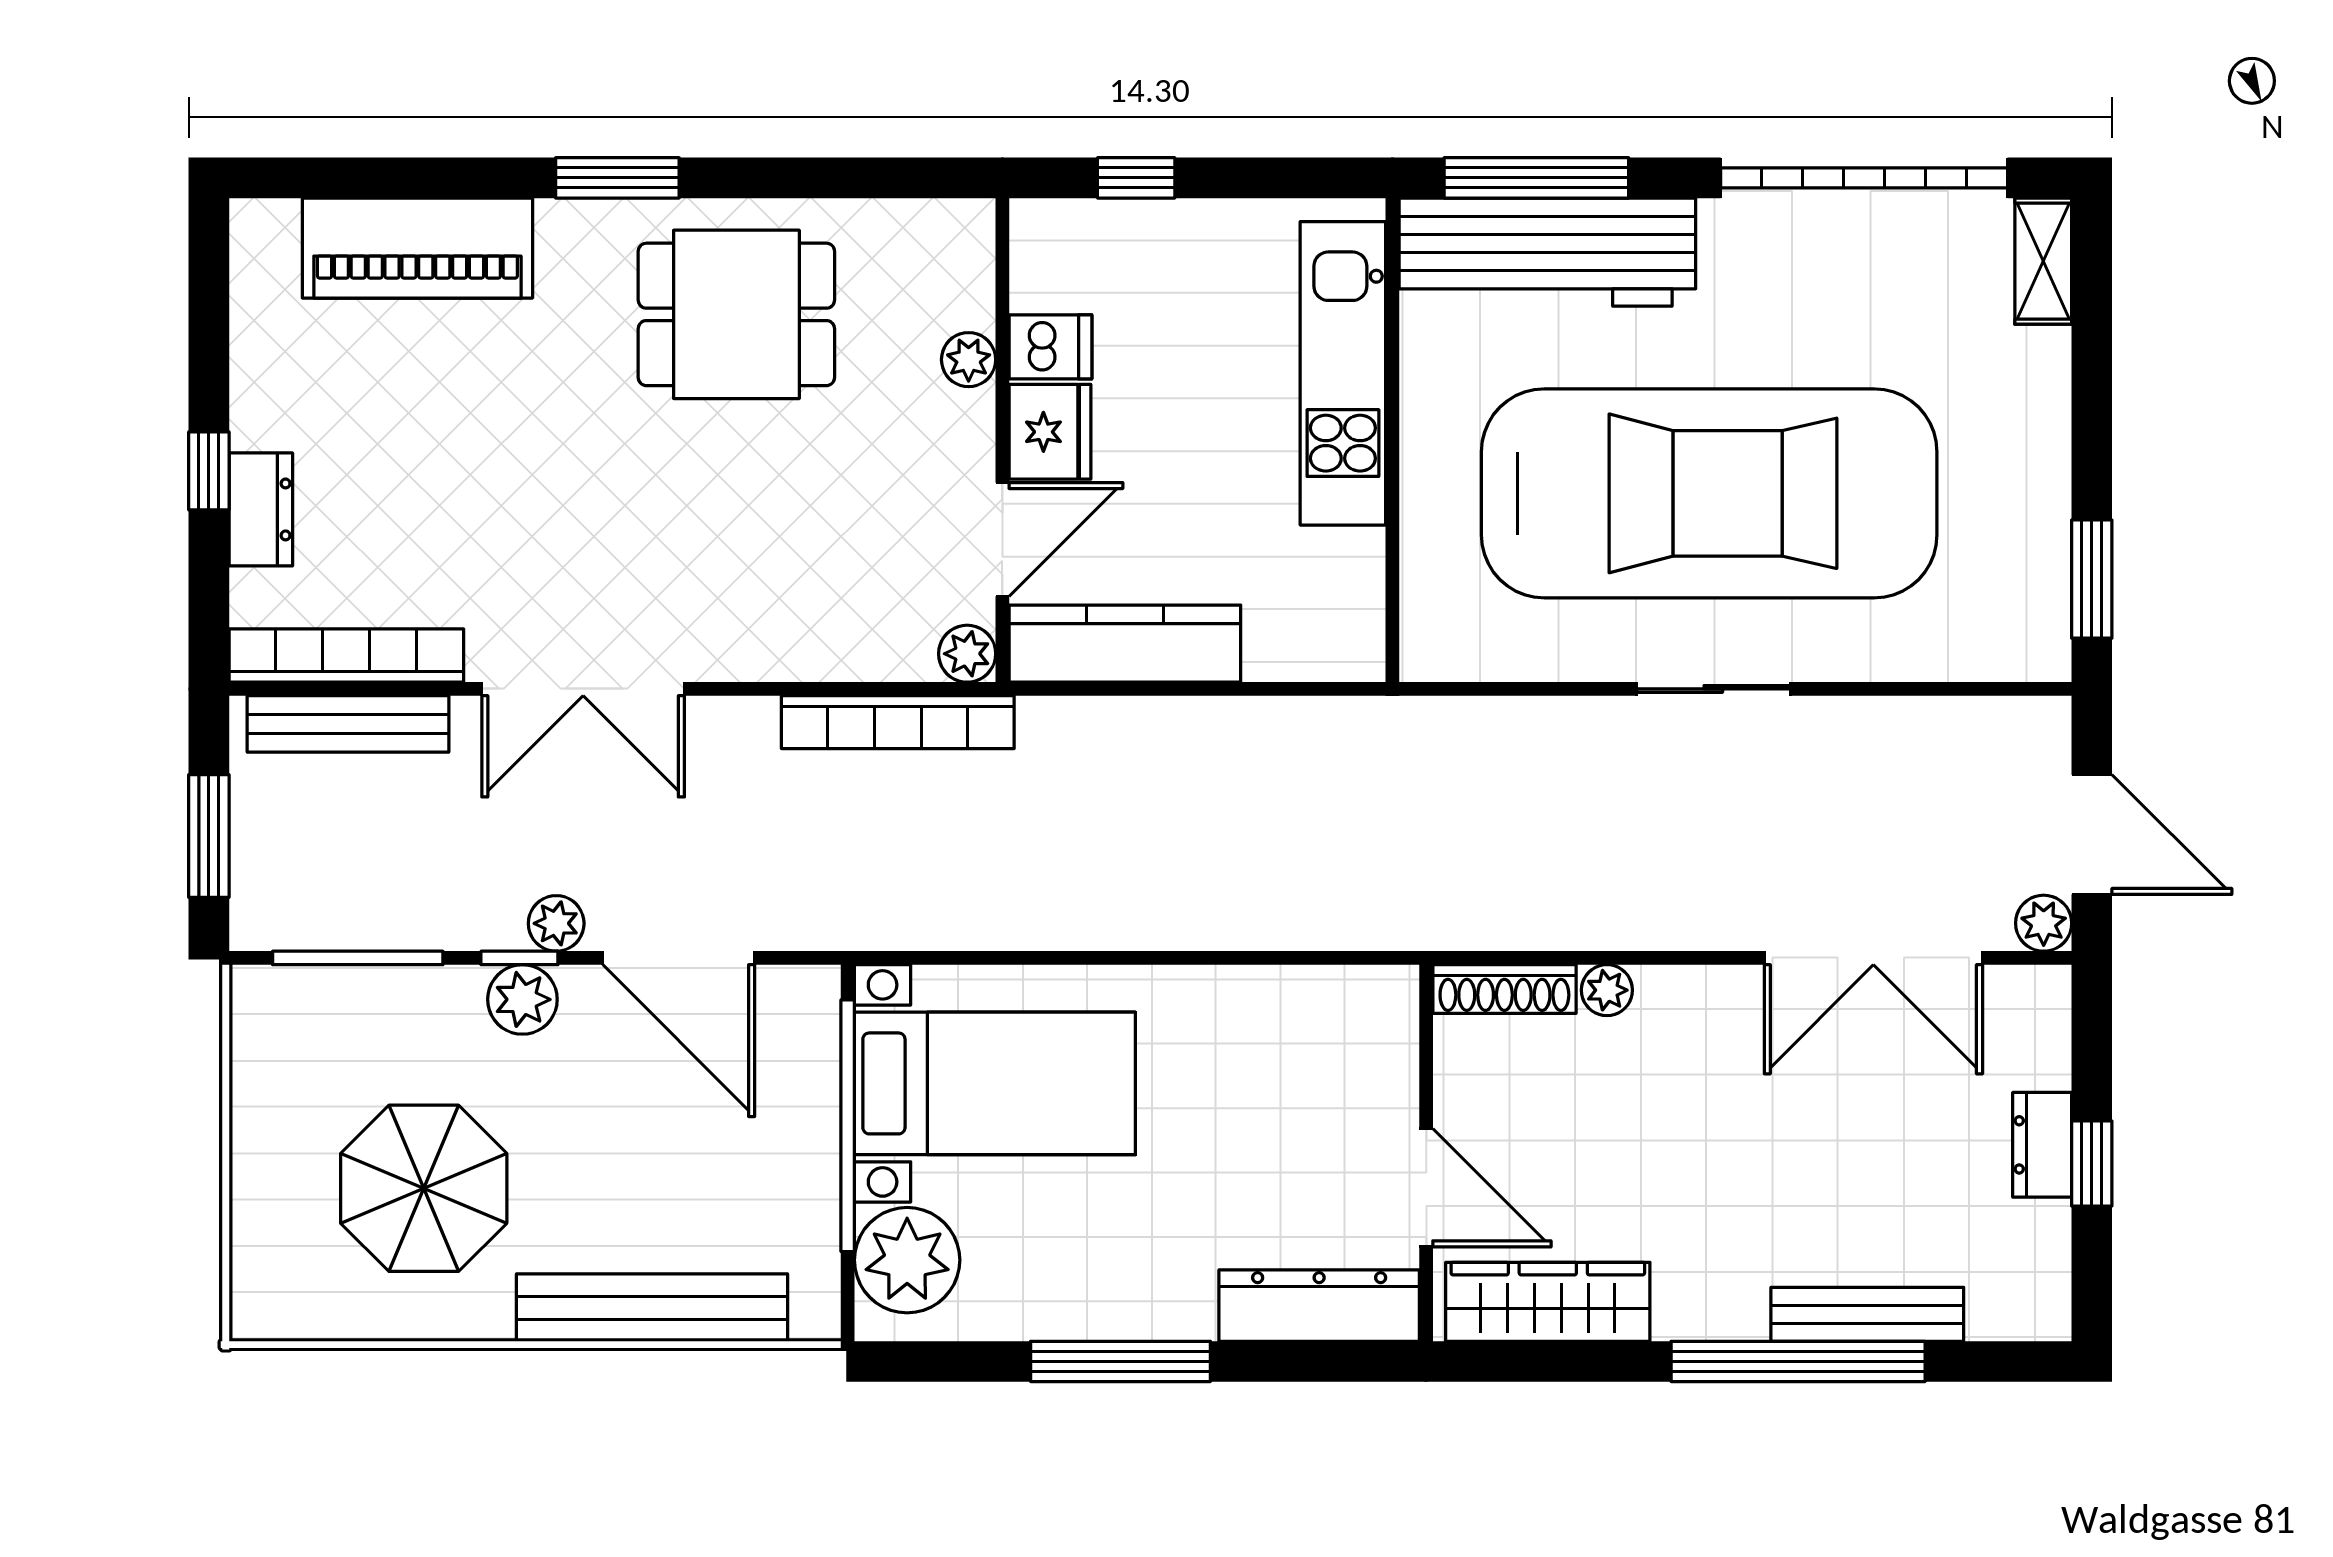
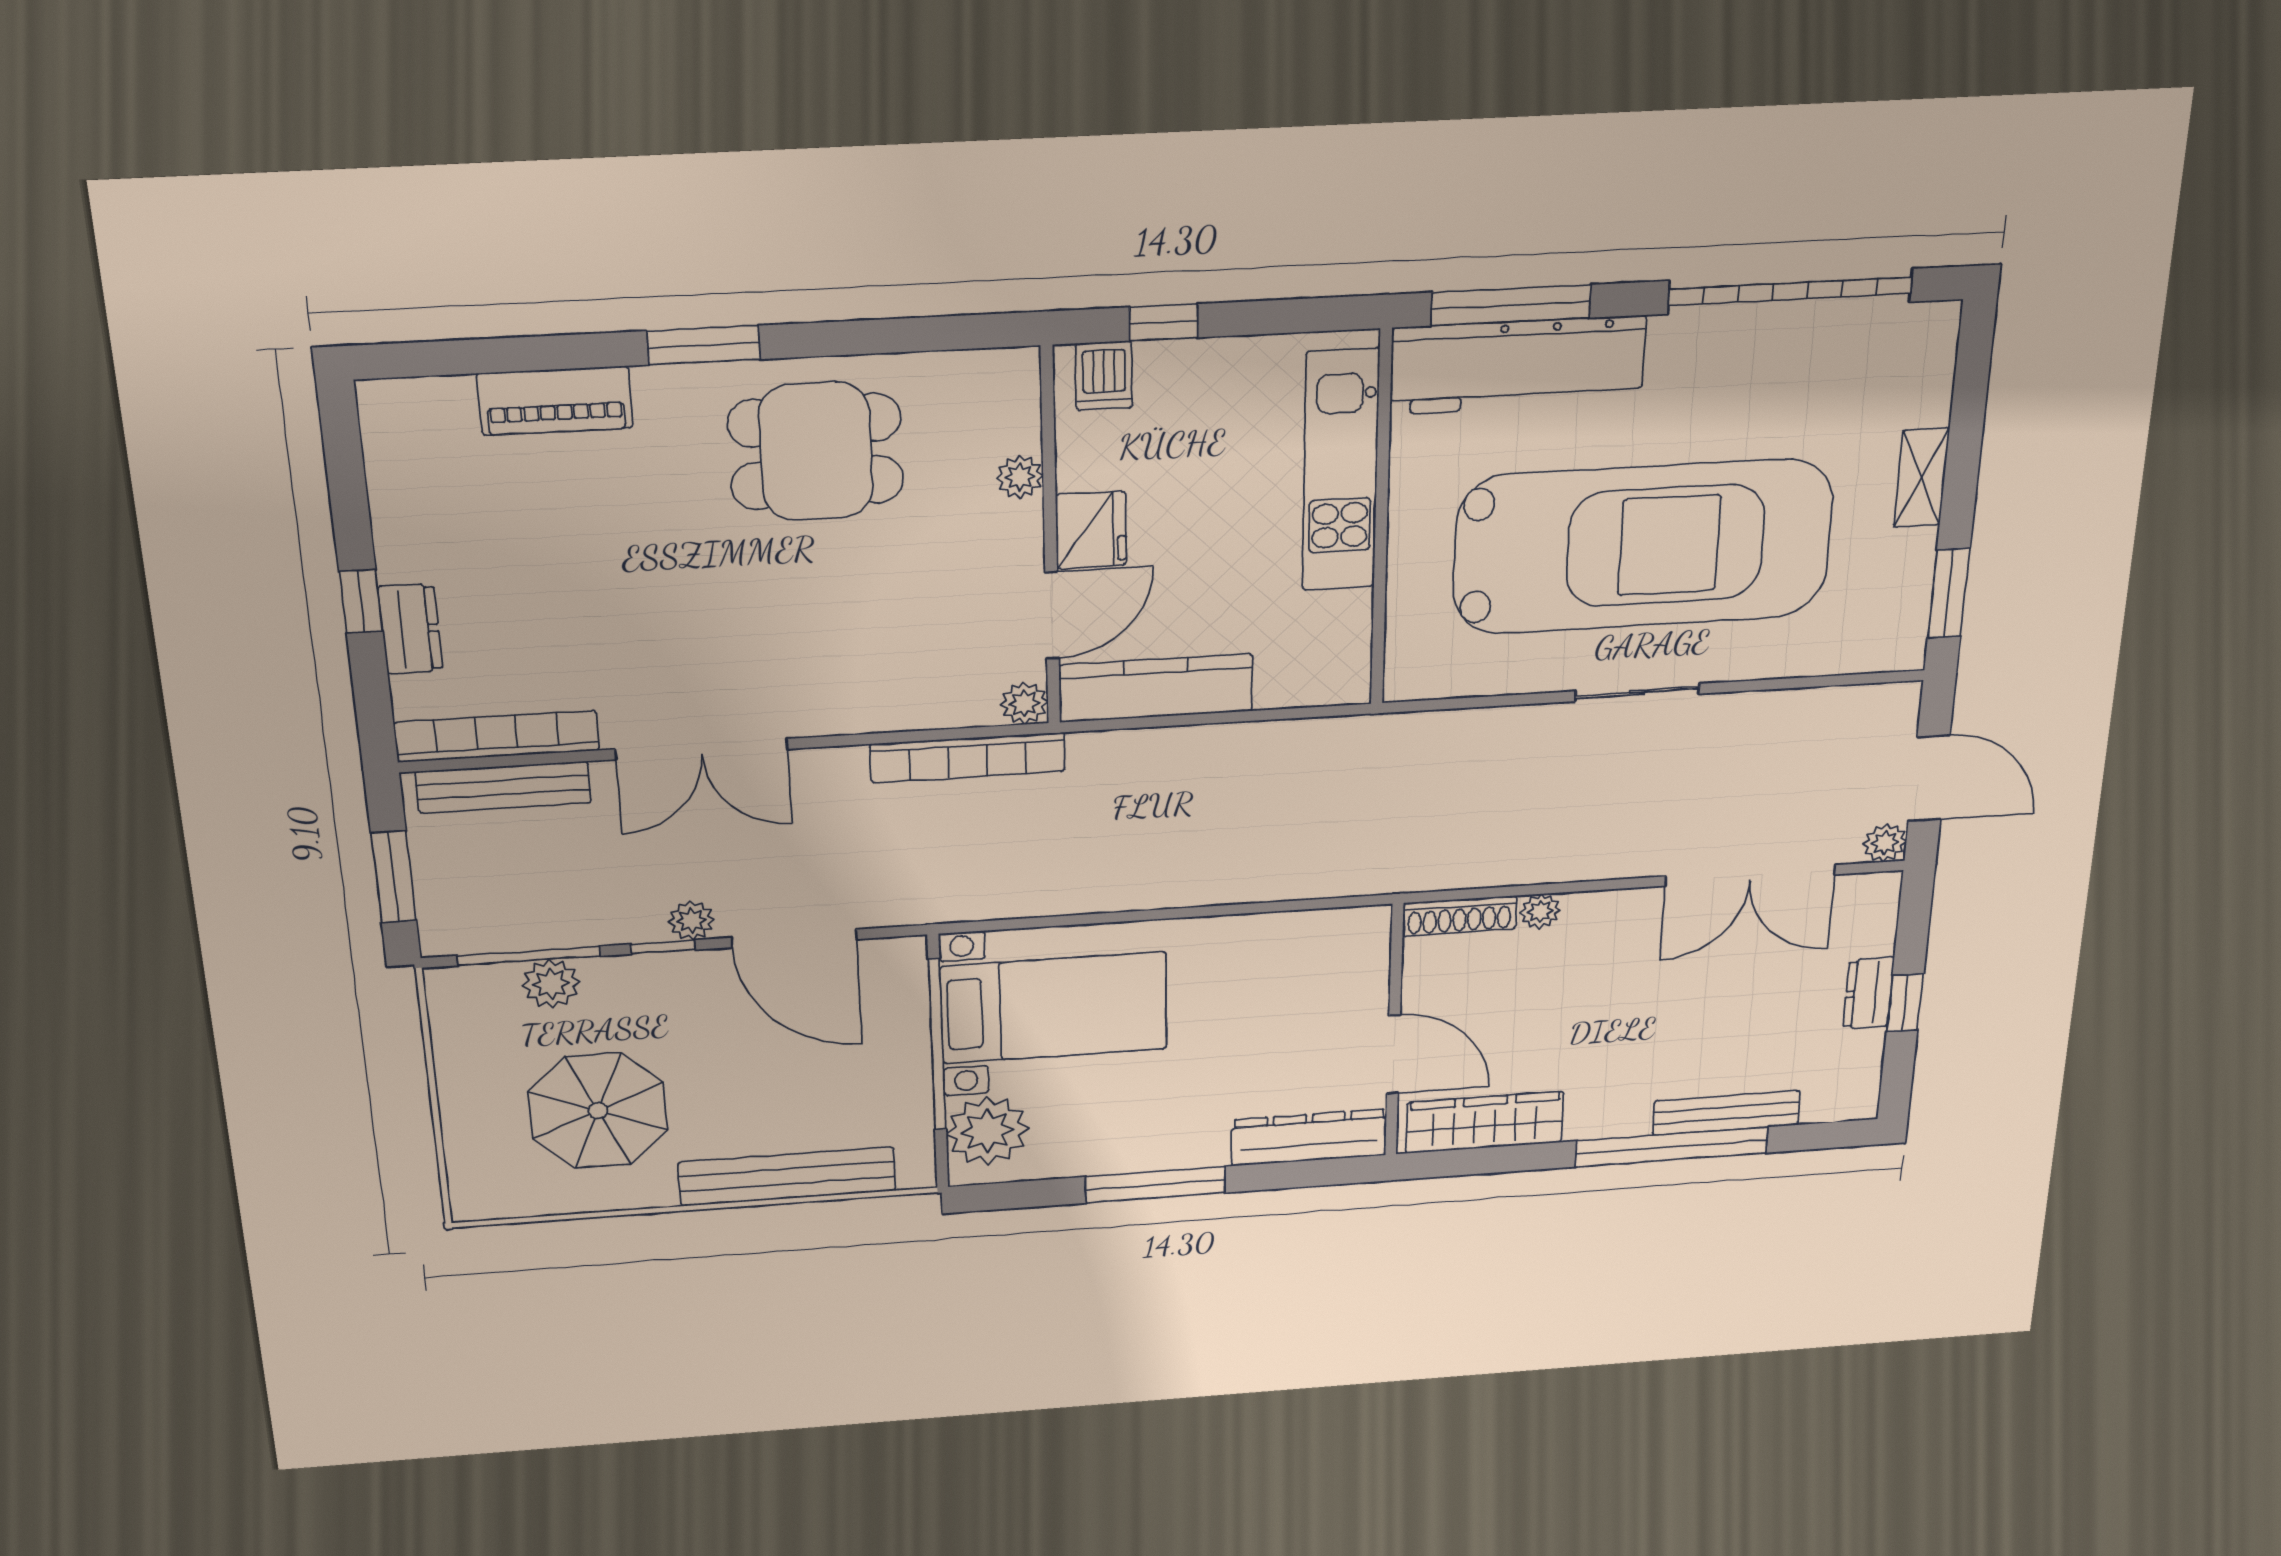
piano: (417, 248) -> (555, 401), width x0.73, depth x0.75
shelving: (2043, 261) -> (1921, 478), moved
dishwasher: (1050, 347) -> (1104, 376), moved, turned 90
plant: (522, 999) -> (551, 984), moved

